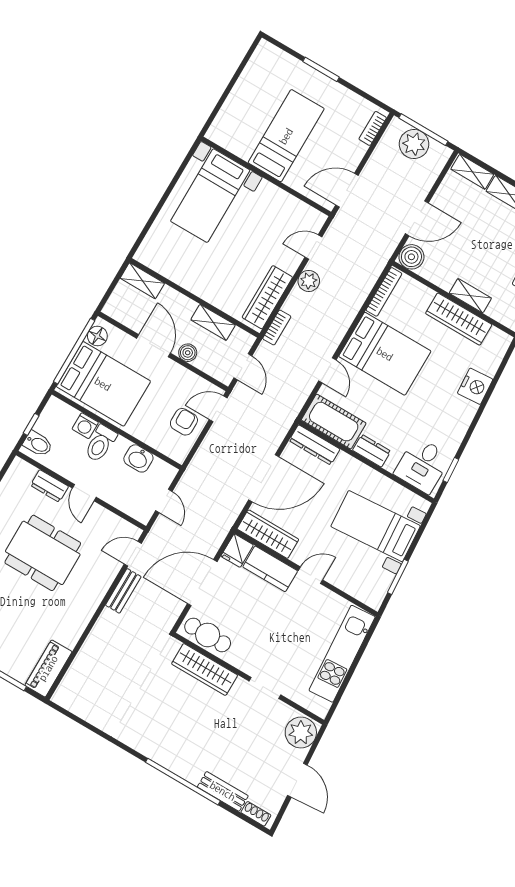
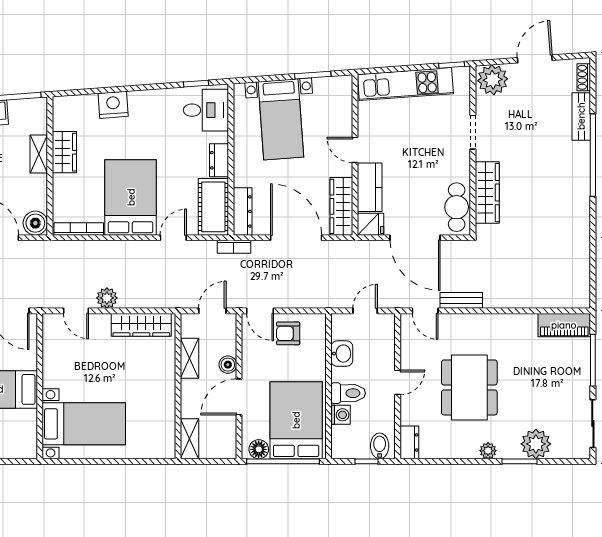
wardrobe: (459, 319) -> (64, 152), width x0.67
bookcase: (277, 328) -> (234, 247), moved, turned 180
dresser: (49, 486) -> (409, 442), moved
window: (335, 704) -> (452, 65), added

